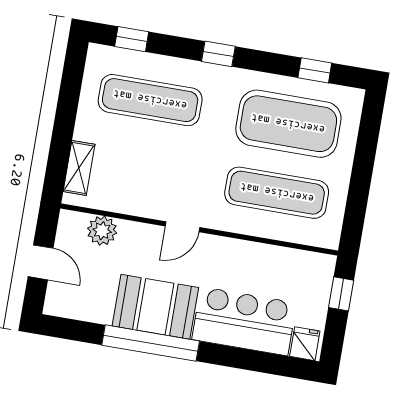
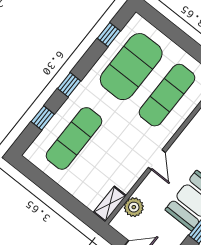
window: (132, 39) -> (43, 118), moved
shelving: (79, 168) -> (110, 204), moved, turned 90

